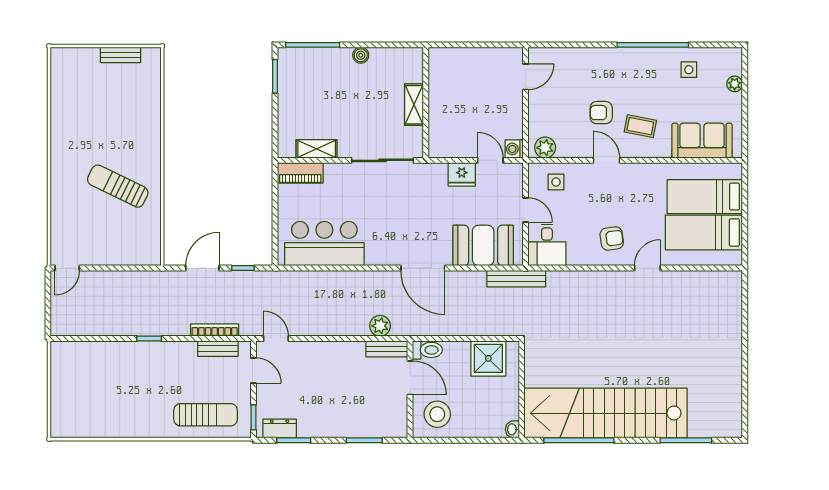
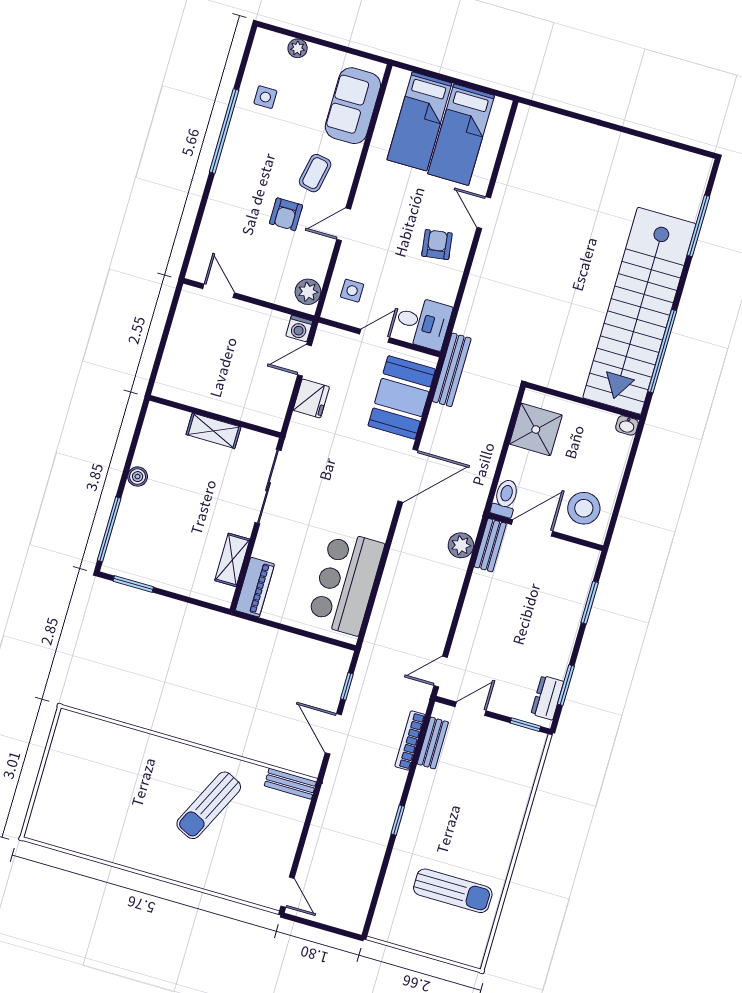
bench: (121, 55) -> (290, 784), moved, turned 90
sun lounger: (206, 415) -> (453, 891), moved, turned 90

